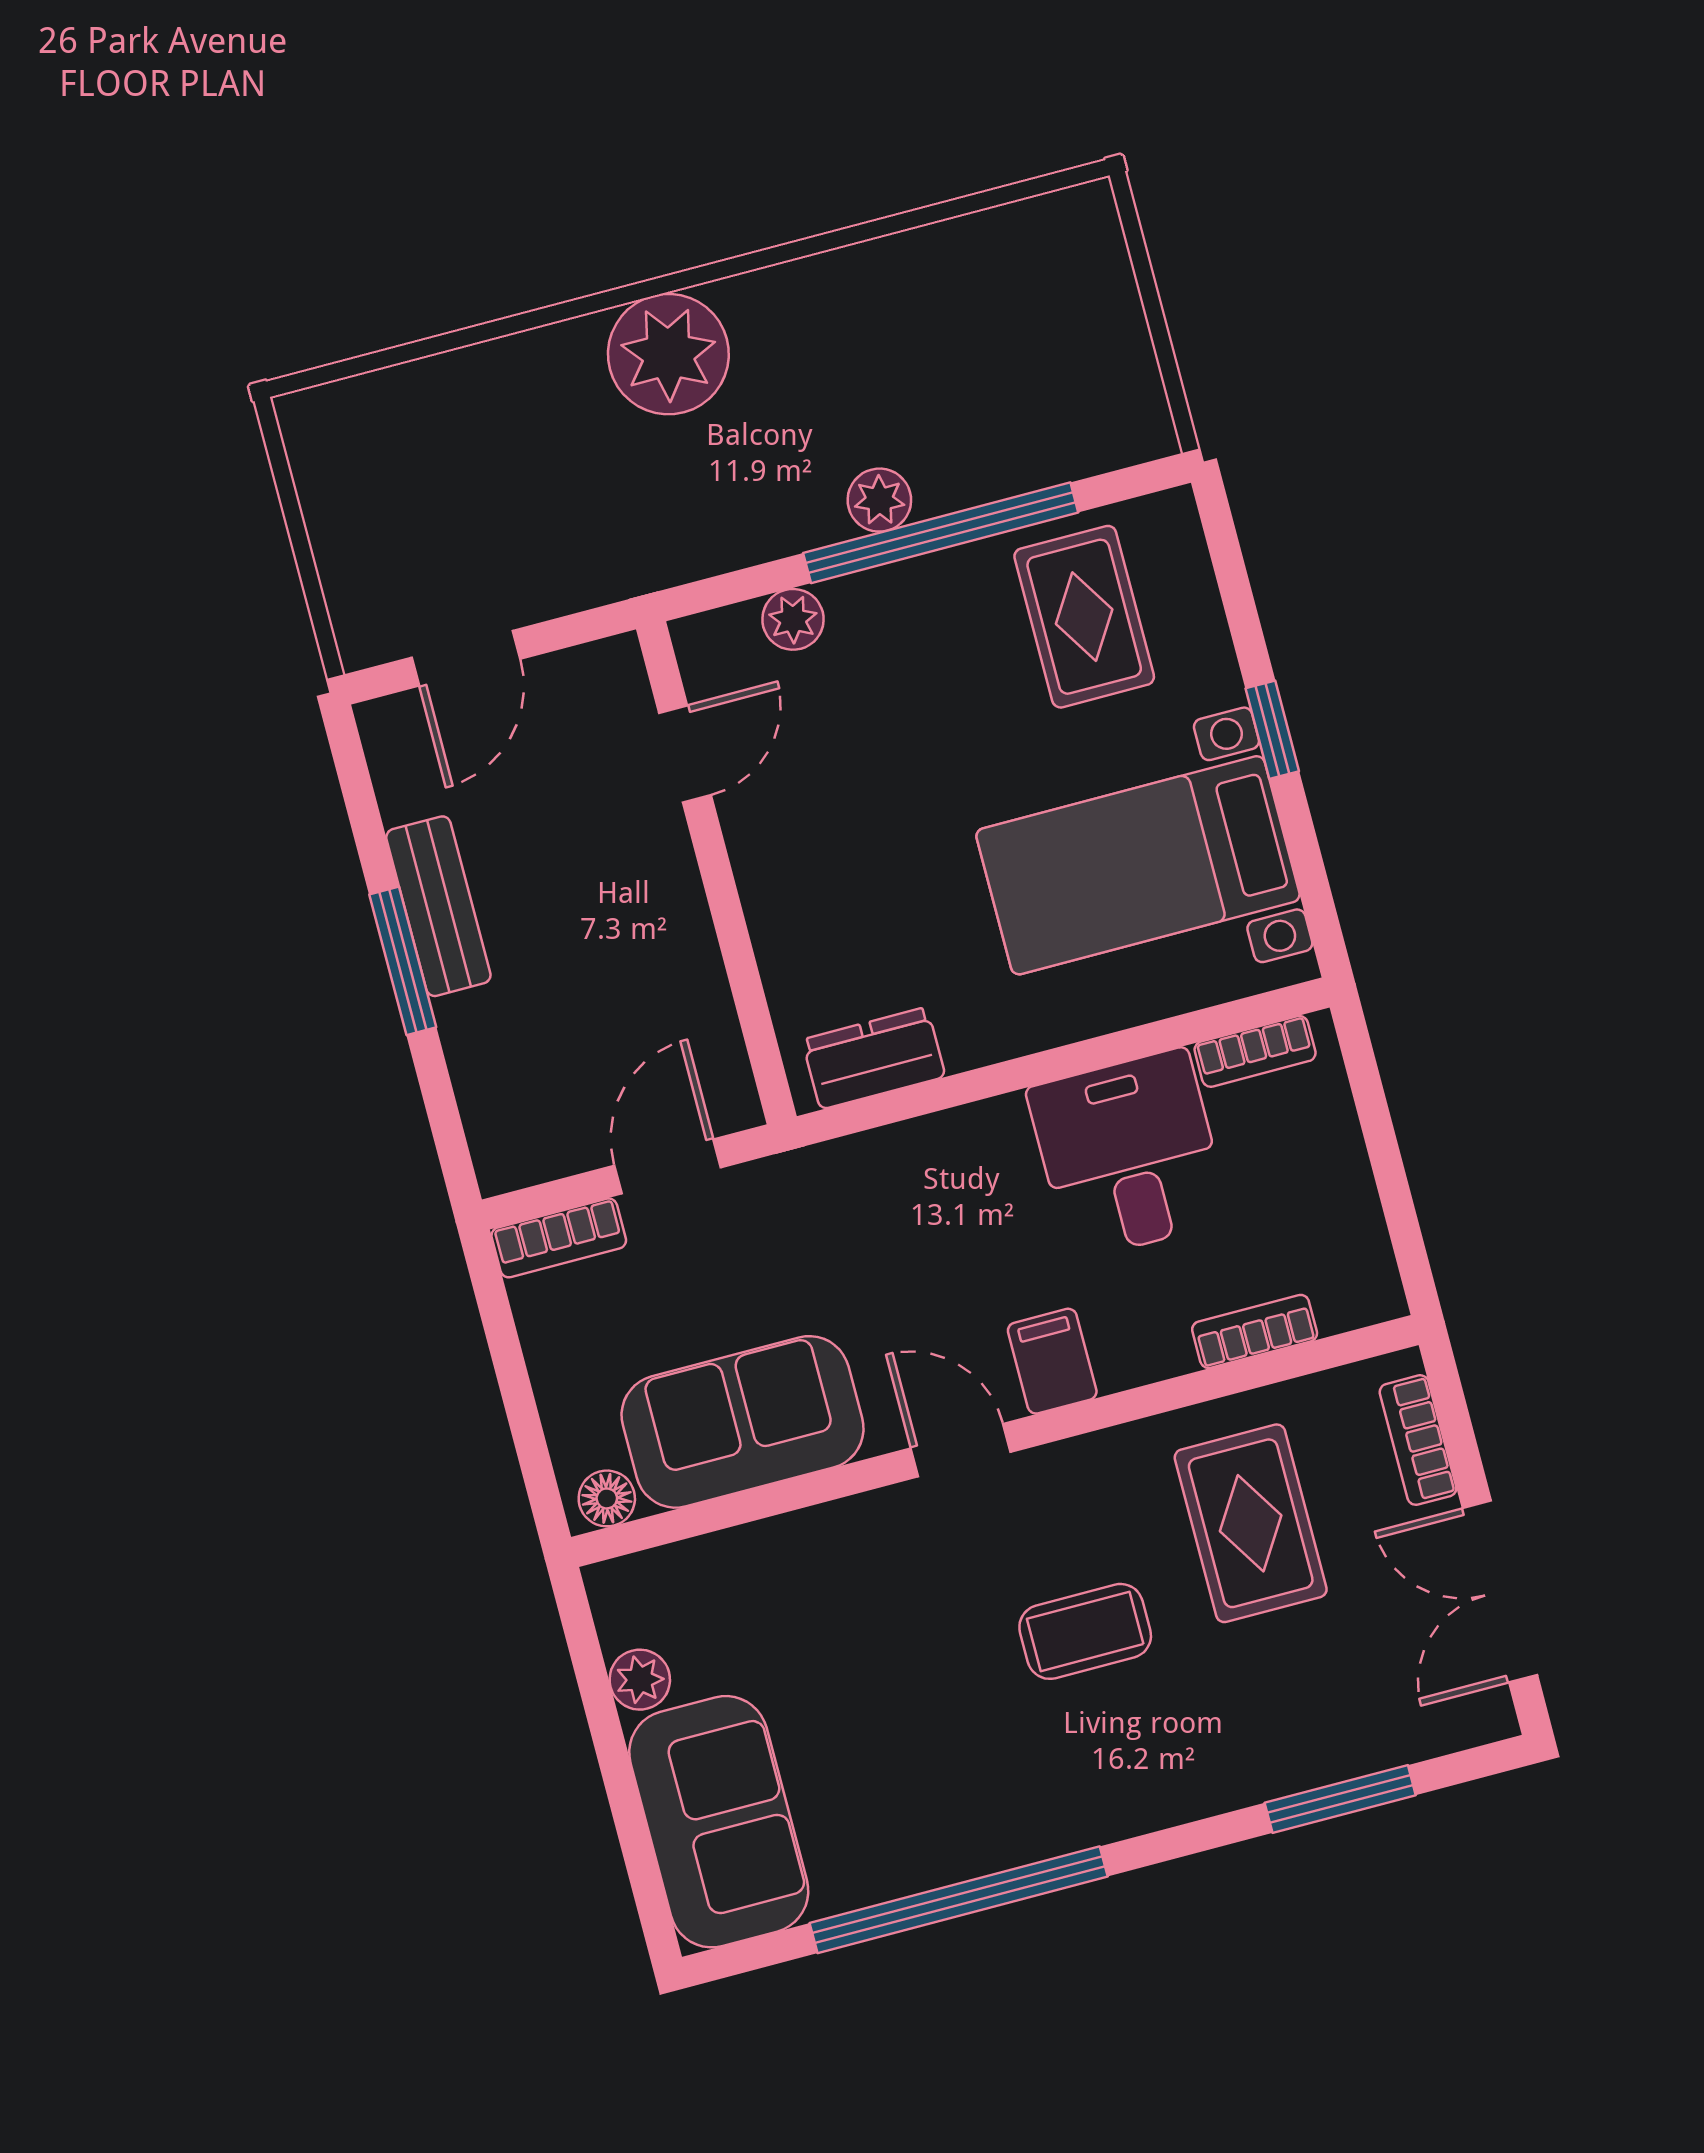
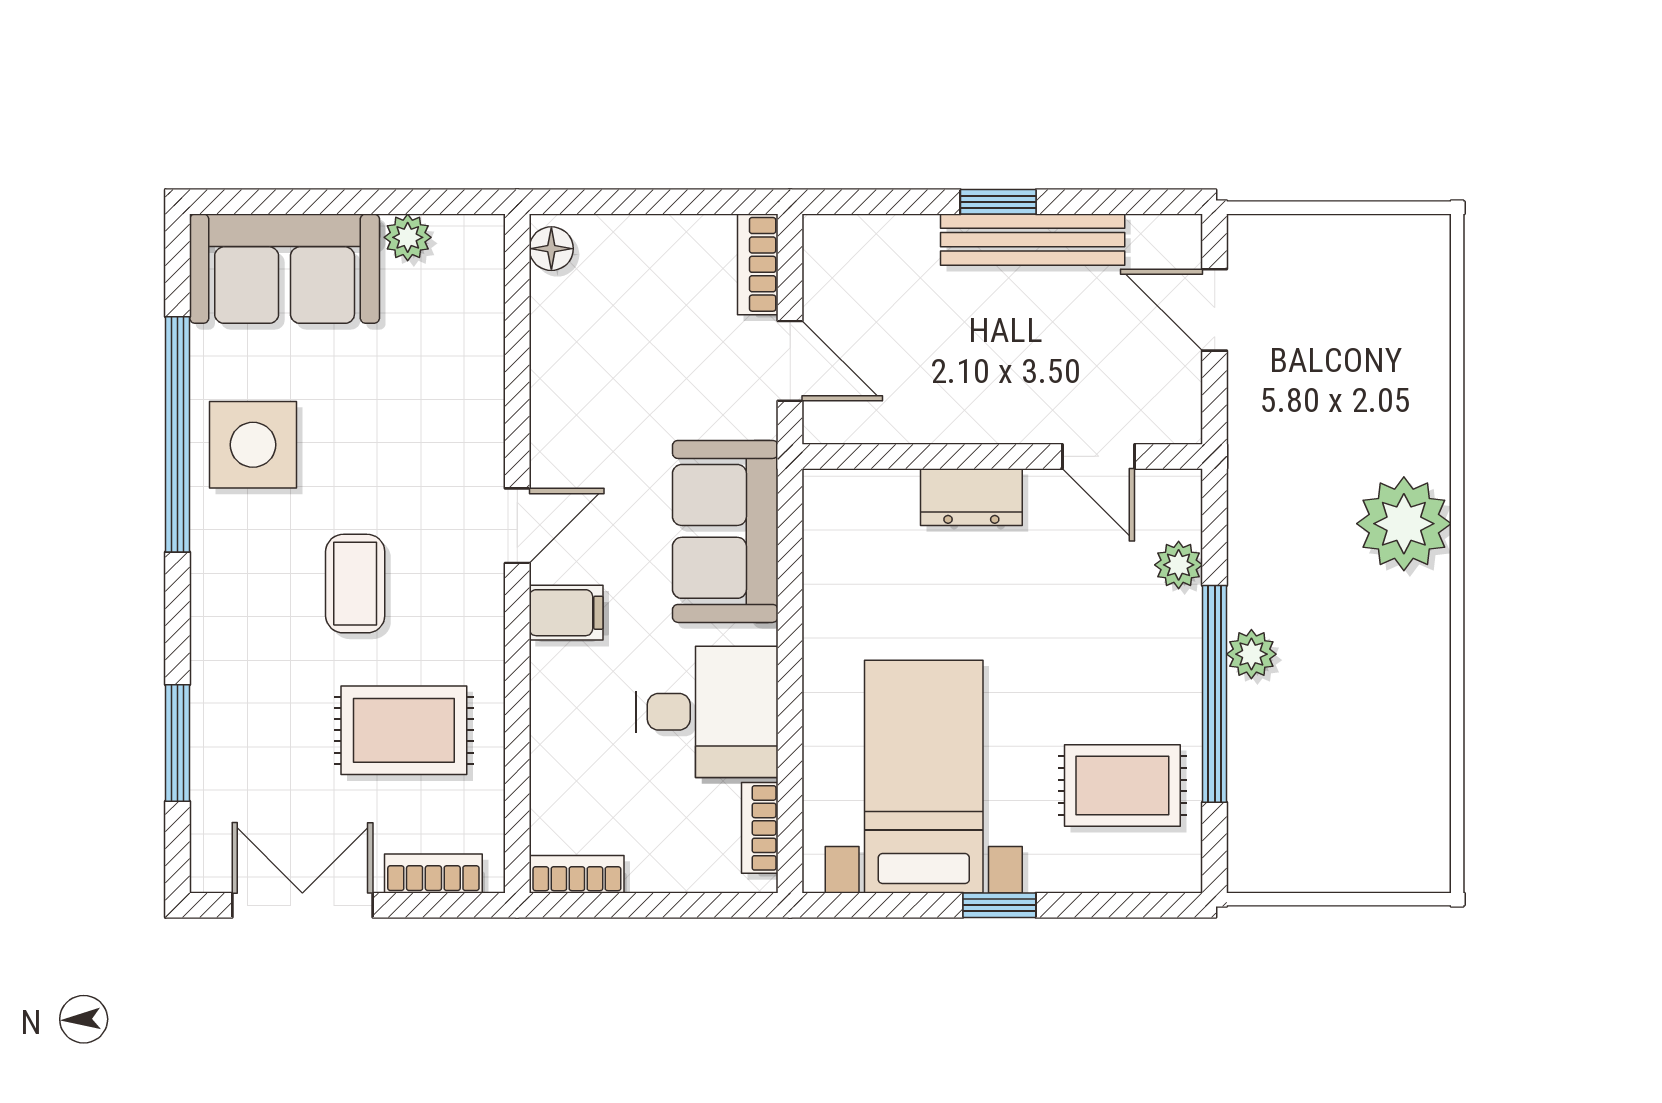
bench: (438, 906) -> (1033, 240), width x1.36
window: (403, 961) -> (998, 202), width x0.67
dresser: (874, 1058) -> (971, 497), moved, turned 90
bookcase: (1255, 1331) -> (577, 874), moved, turned -90
sofa: (743, 1422) -> (725, 531), moved, turned 180
side table: (947, 1803) -> (253, 445), added

